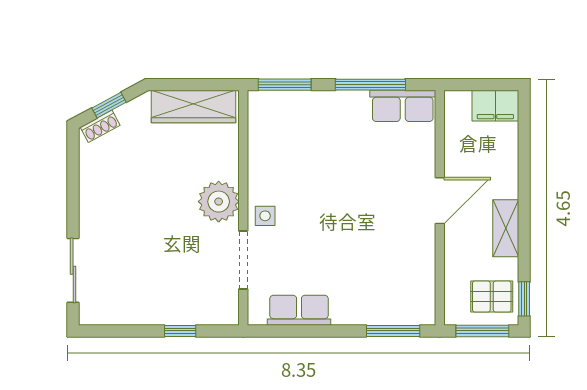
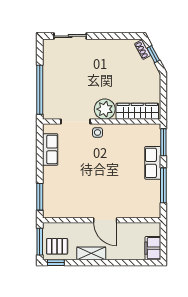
wardrobe: (193, 106) -> (137, 111), moved, turned 90
row of seats: (403, 106) -> (153, 163), moved
pallet: (492, 297) -> (57, 246), turned 90
window: (180, 331) -> (40, 90), width x3.17

